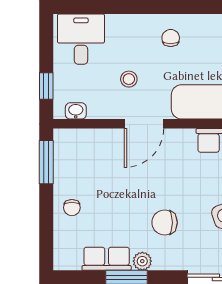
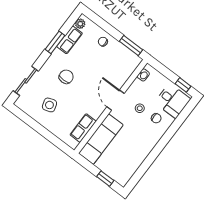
chair: (171, 38) -> (156, 118), moved
window: (46, 86) -> (183, 85), moved
plant: (142, 261) -> (80, 24), moved

